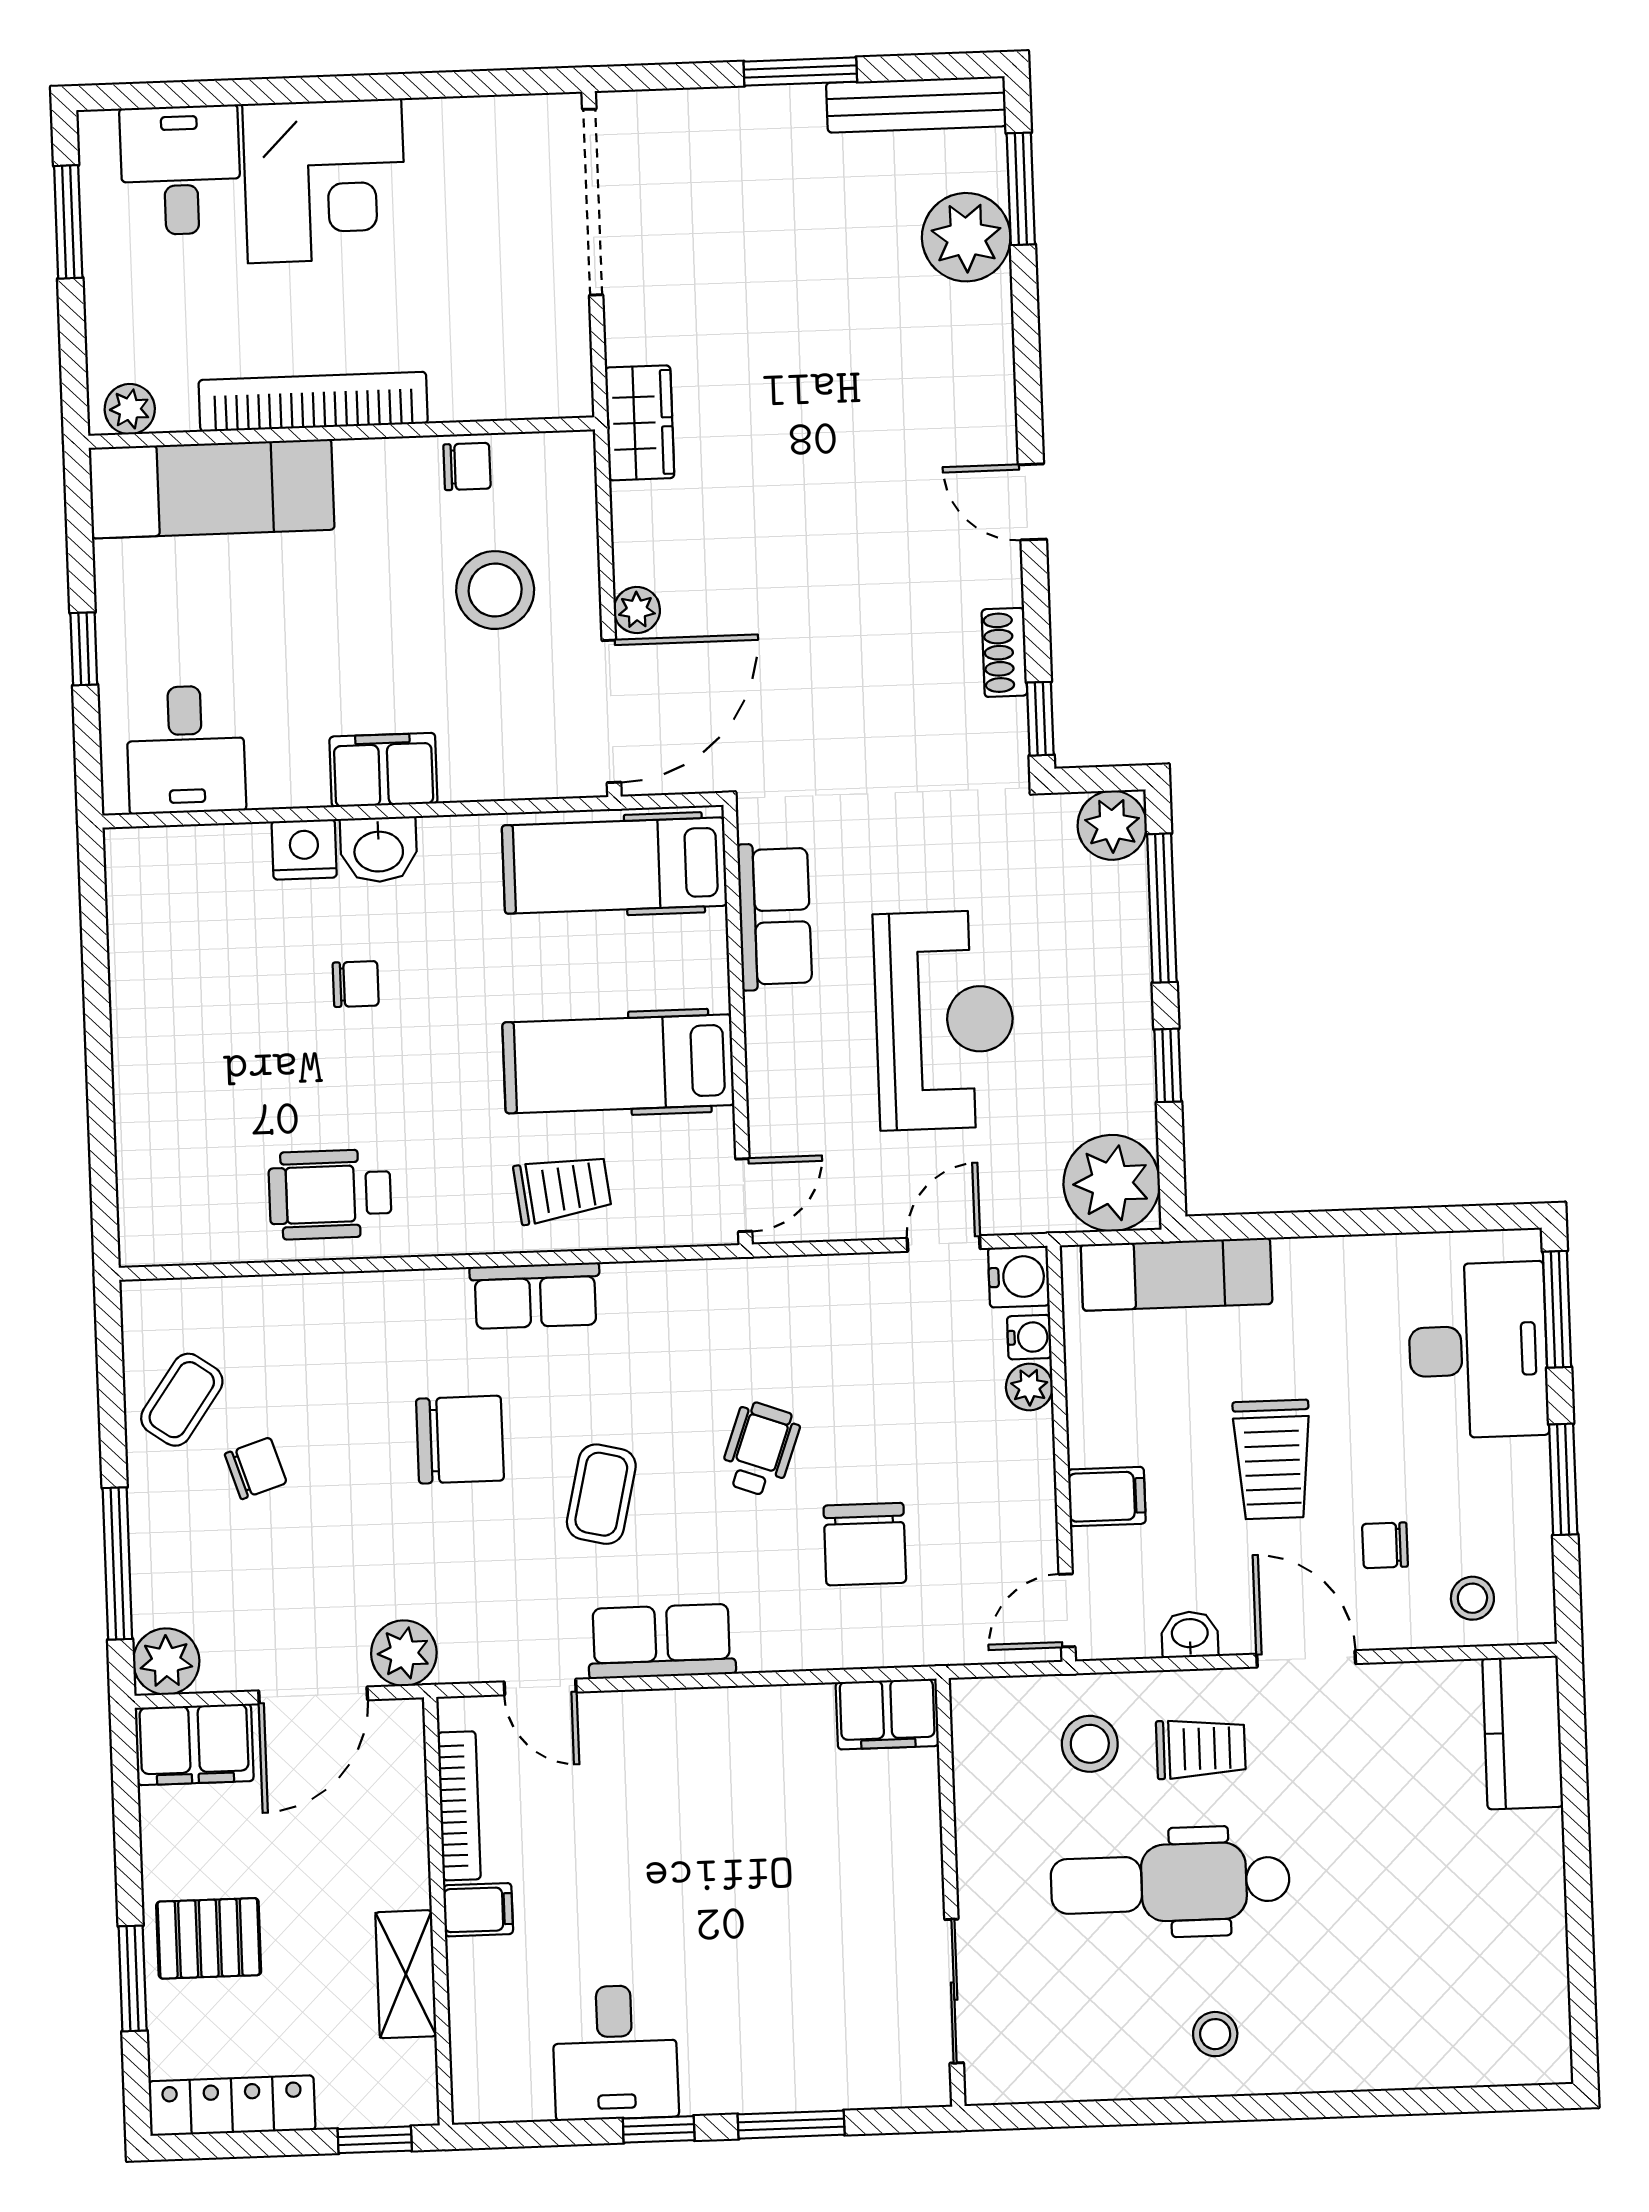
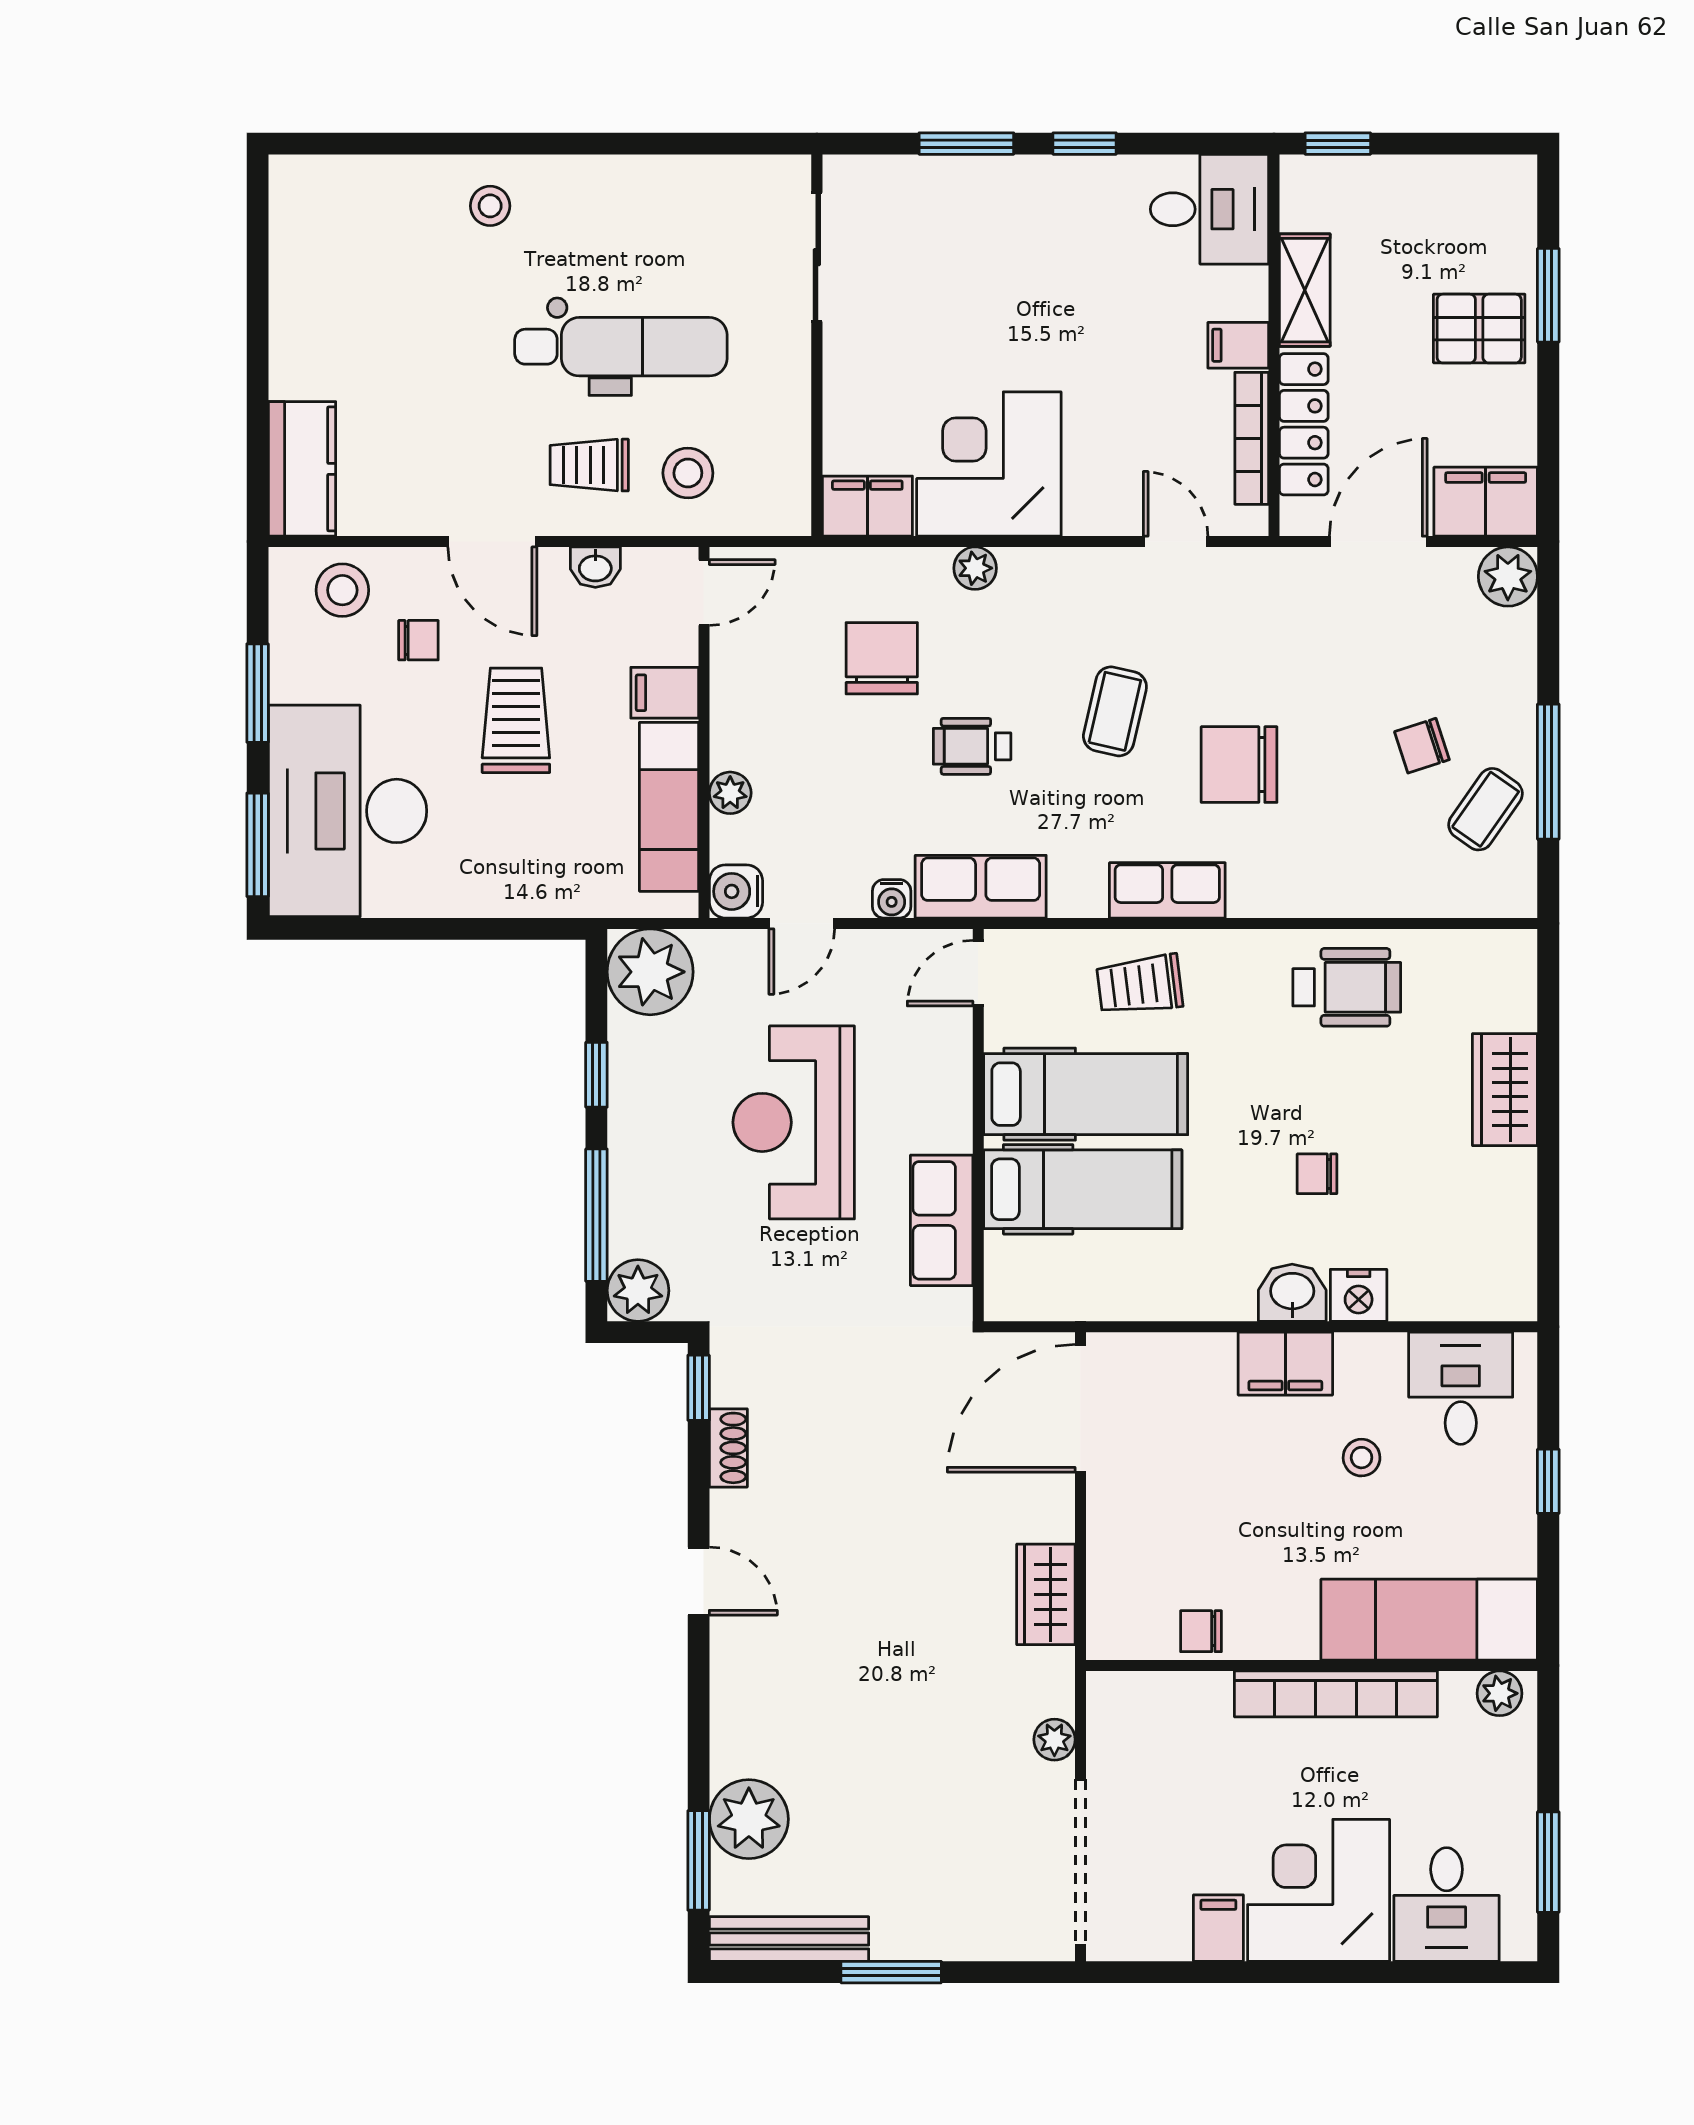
filing cabinet: (435, 134) -> (1218, 1928), added
wardrobe: (640, 423) -> (1046, 1594), moved
stool: (495, 590) -> (1362, 1458), moved, width x0.53, depth x0.53
plant: (637, 610) -> (1054, 1740), moved
hospital bed: (614, 866) -> (1083, 1189), moved
wardrobe: (148, 1086) -> (1505, 1090), added
exam couch: (1177, 1274) -> (669, 807), moved, turned -90
water cooler: (1029, 1337) -> (892, 899), moved, turned -90
desk: (1478, 1350) -> (348, 811), width x1.36, depth x1.30
wheelchair: (760, 1449) -> (972, 746), turned 70
window: (117, 1563) -> (1548, 772), moved
stool: (1472, 1598) -> (342, 590), width x1.37, depth x1.37
row of seats: (661, 1641) -> (981, 887), moved, turned 180
plant: (404, 1653) -> (975, 568), moved, width x0.73, depth x0.73
corner desk: (753, 1766) -> (989, 464), added
stool: (1215, 2034) -> (490, 206), moved
desk: (615, 2052) -> (1209, 209), moved, turned 90
locker: (232, 2106) -> (1304, 424), moved, turned -90

